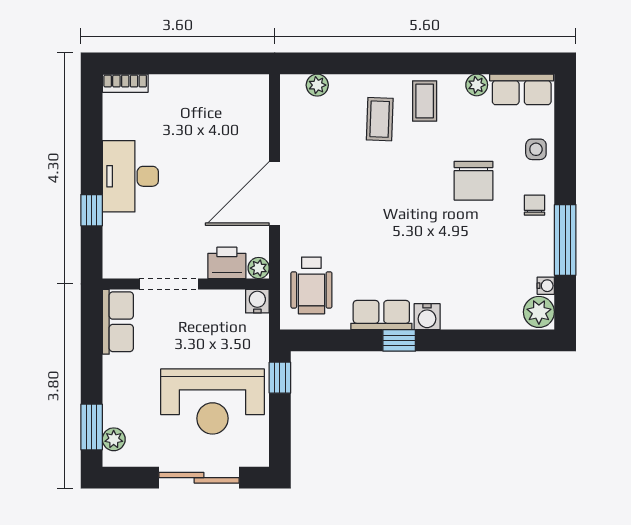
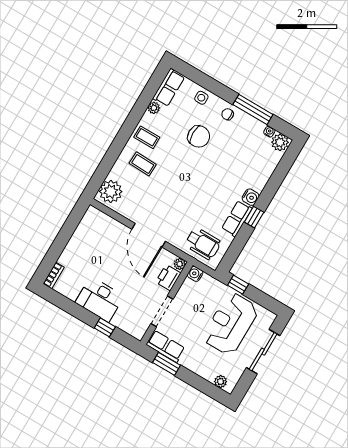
plant: (317, 85) -> (111, 191), width x1.88, depth x1.88
reception desk: (213, 401) -> (230, 324), turned 180
window: (92, 427) -> (166, 364), moved

